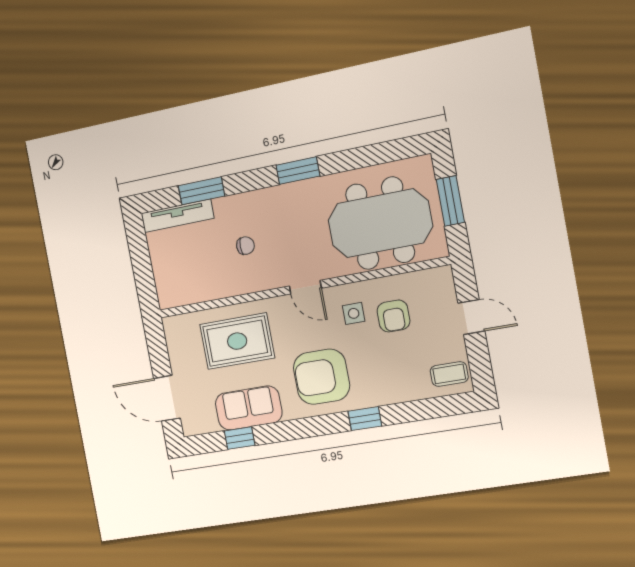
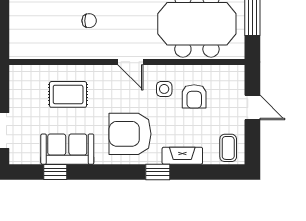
rug: (237, 341) -> (68, 94), width x0.73, depth x0.70
coffee table: (449, 374) -> (228, 148), turned 90
fireplace: (392, 393) -> (182, 156), added

